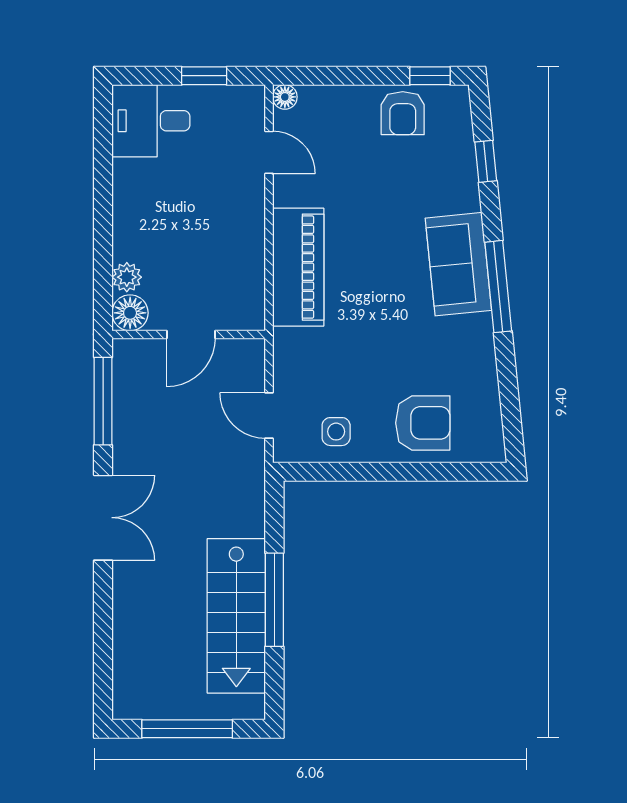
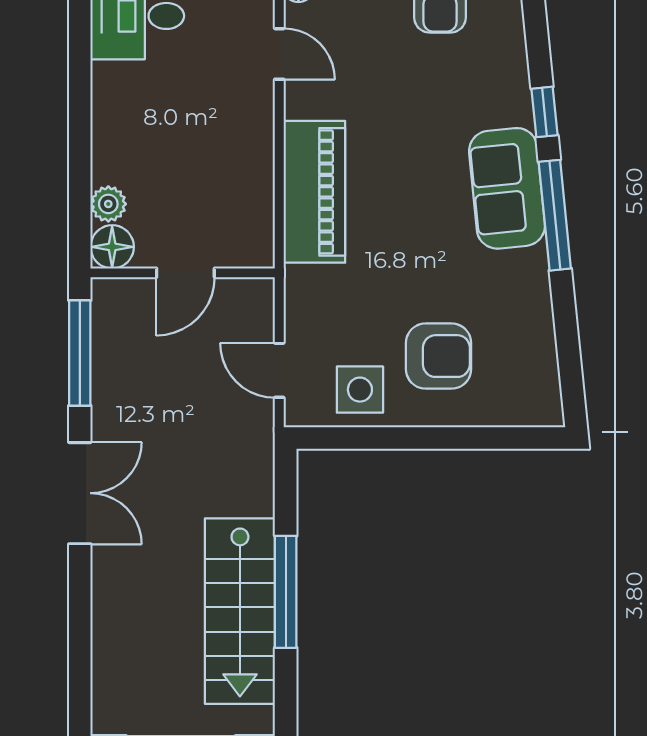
window: (486, 161) -> (545, 112), moved
armchair: (423, 423) -> (439, 356), moved
side table: (336, 432) -> (360, 390), width x1.37, depth x1.37

